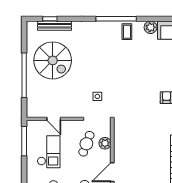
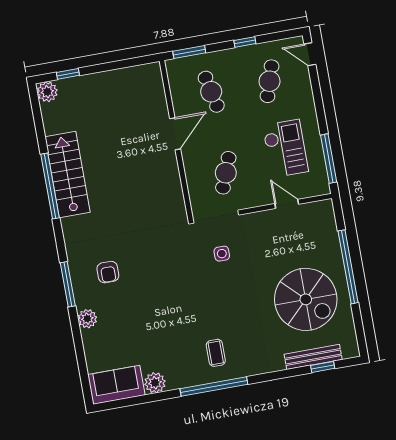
coffee table: (127, 32) -> (216, 353), moved
spiral stairs: (53, 60) -> (306, 299), turned 180
plant: (105, 143) -> (195, 179), removed
checkout: (49, 152) -> (285, 148), turned 180

